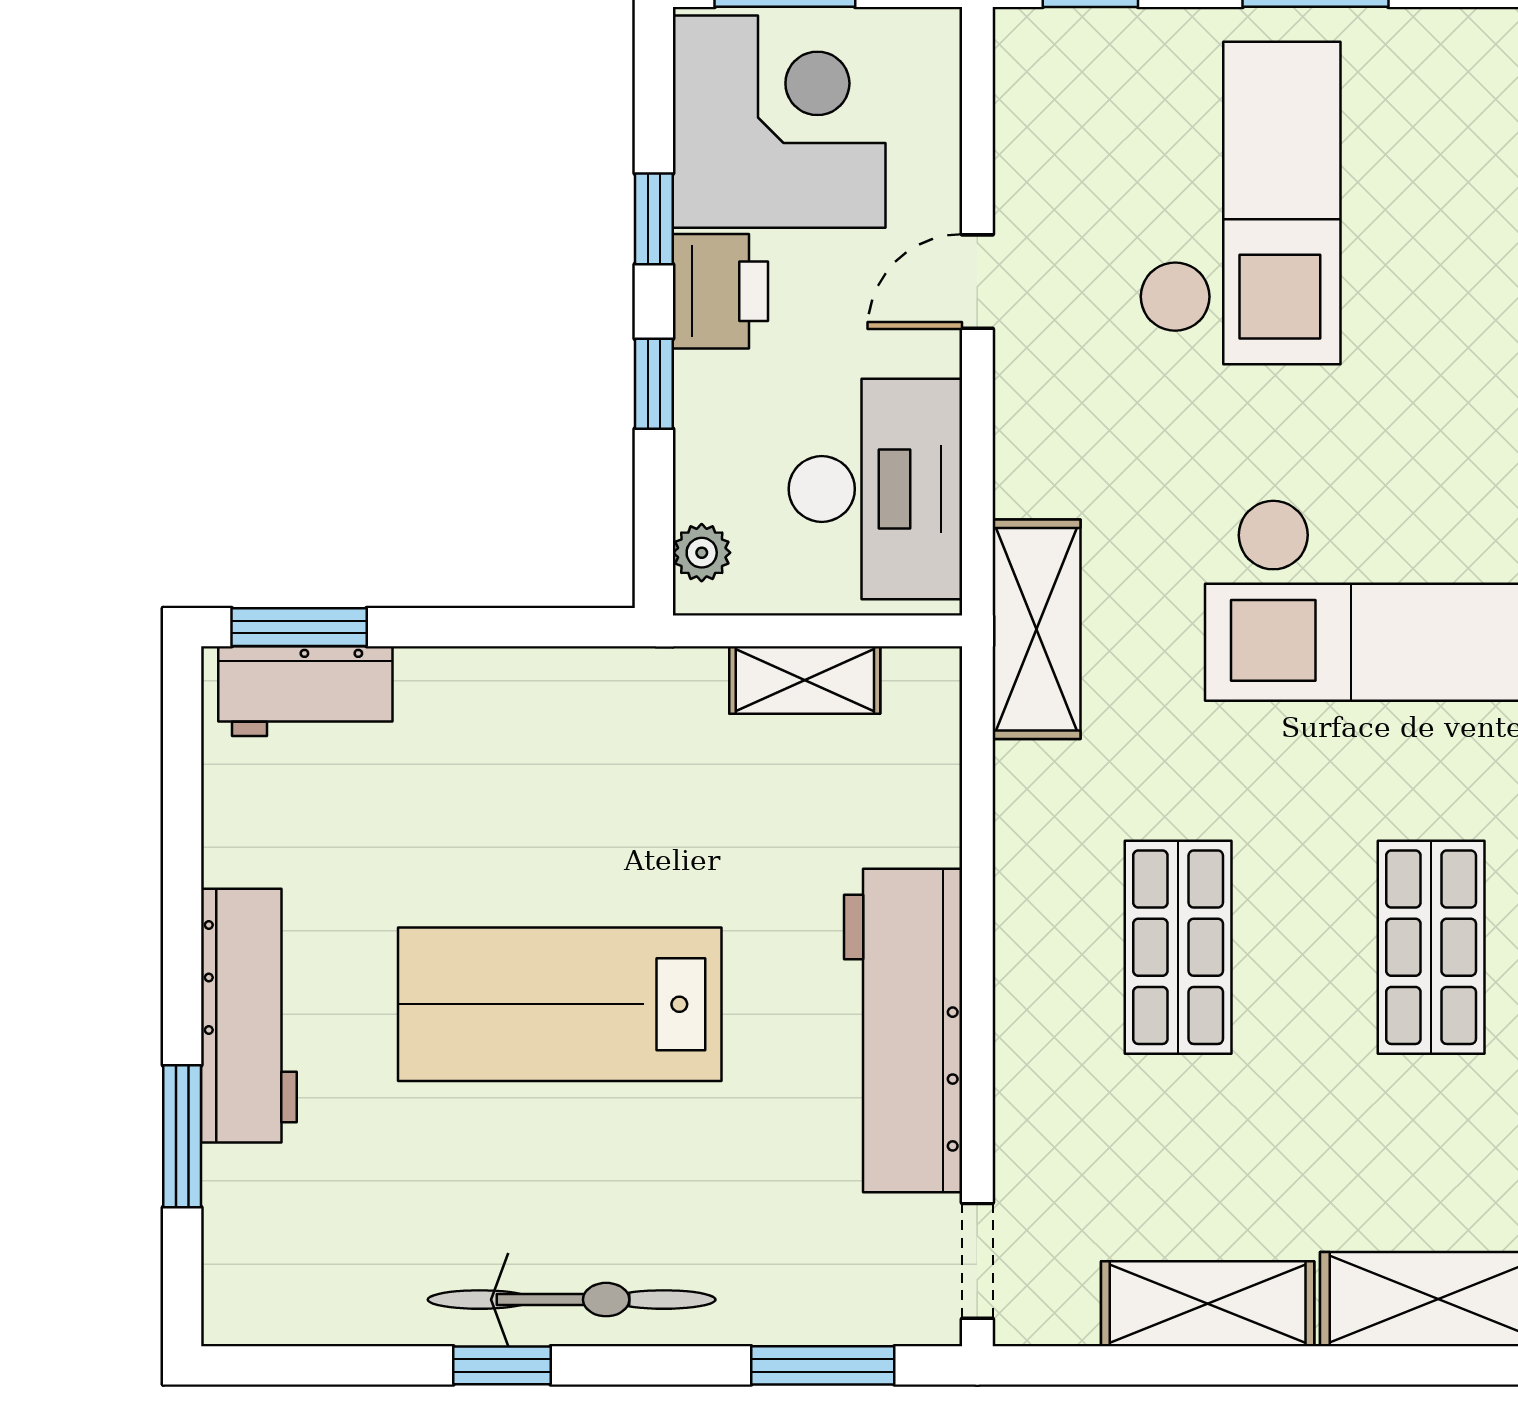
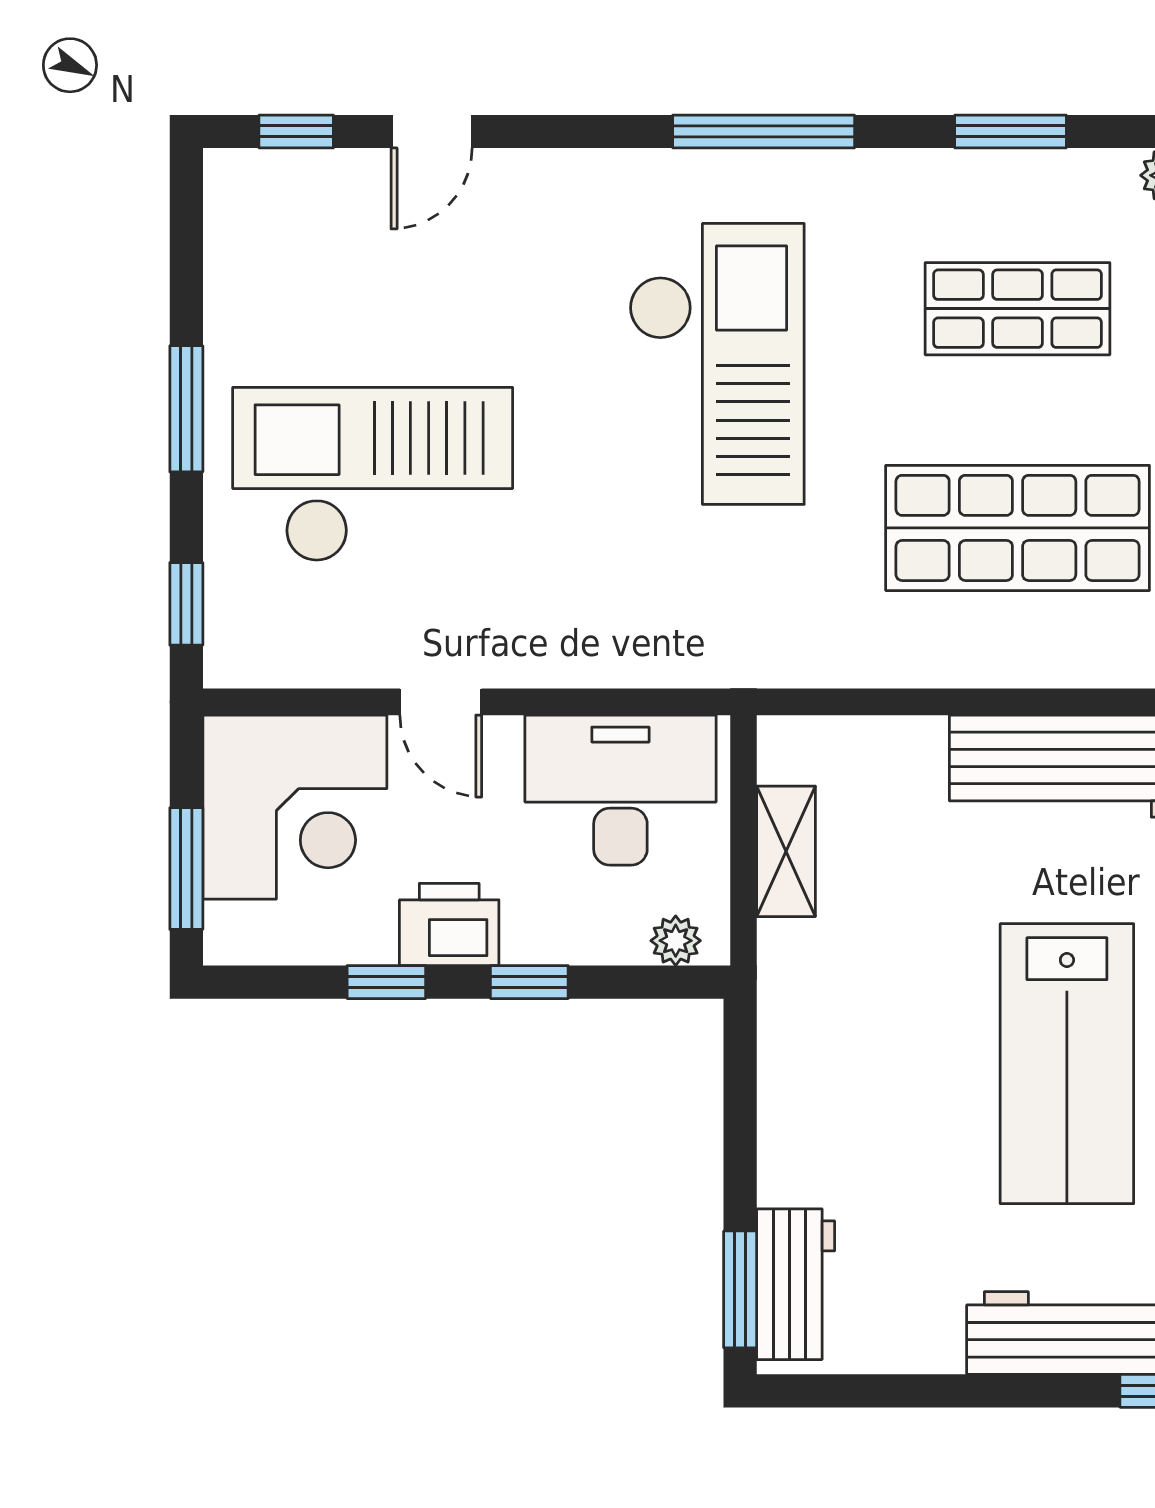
corner desk: (779, 122) -> (295, 807), moved, turned 180
shelving: (1037, 629) -> (742, 651), removed
shop shelf: (1178, 947) -> (1018, 528), width x1.43, depth x1.36

